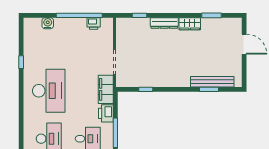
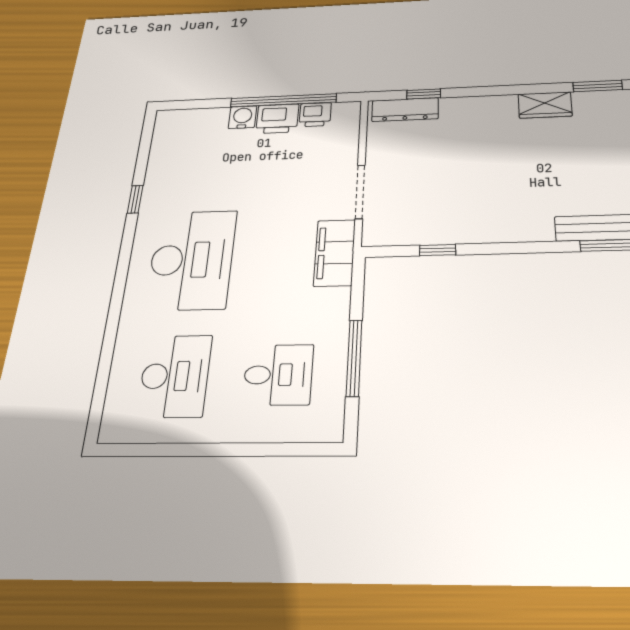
water cooler: (48, 23) -> (242, 117), moved
dresser: (164, 23) -> (405, 110), moved
printer: (106, 113) -> (277, 119), moved, turned -90

